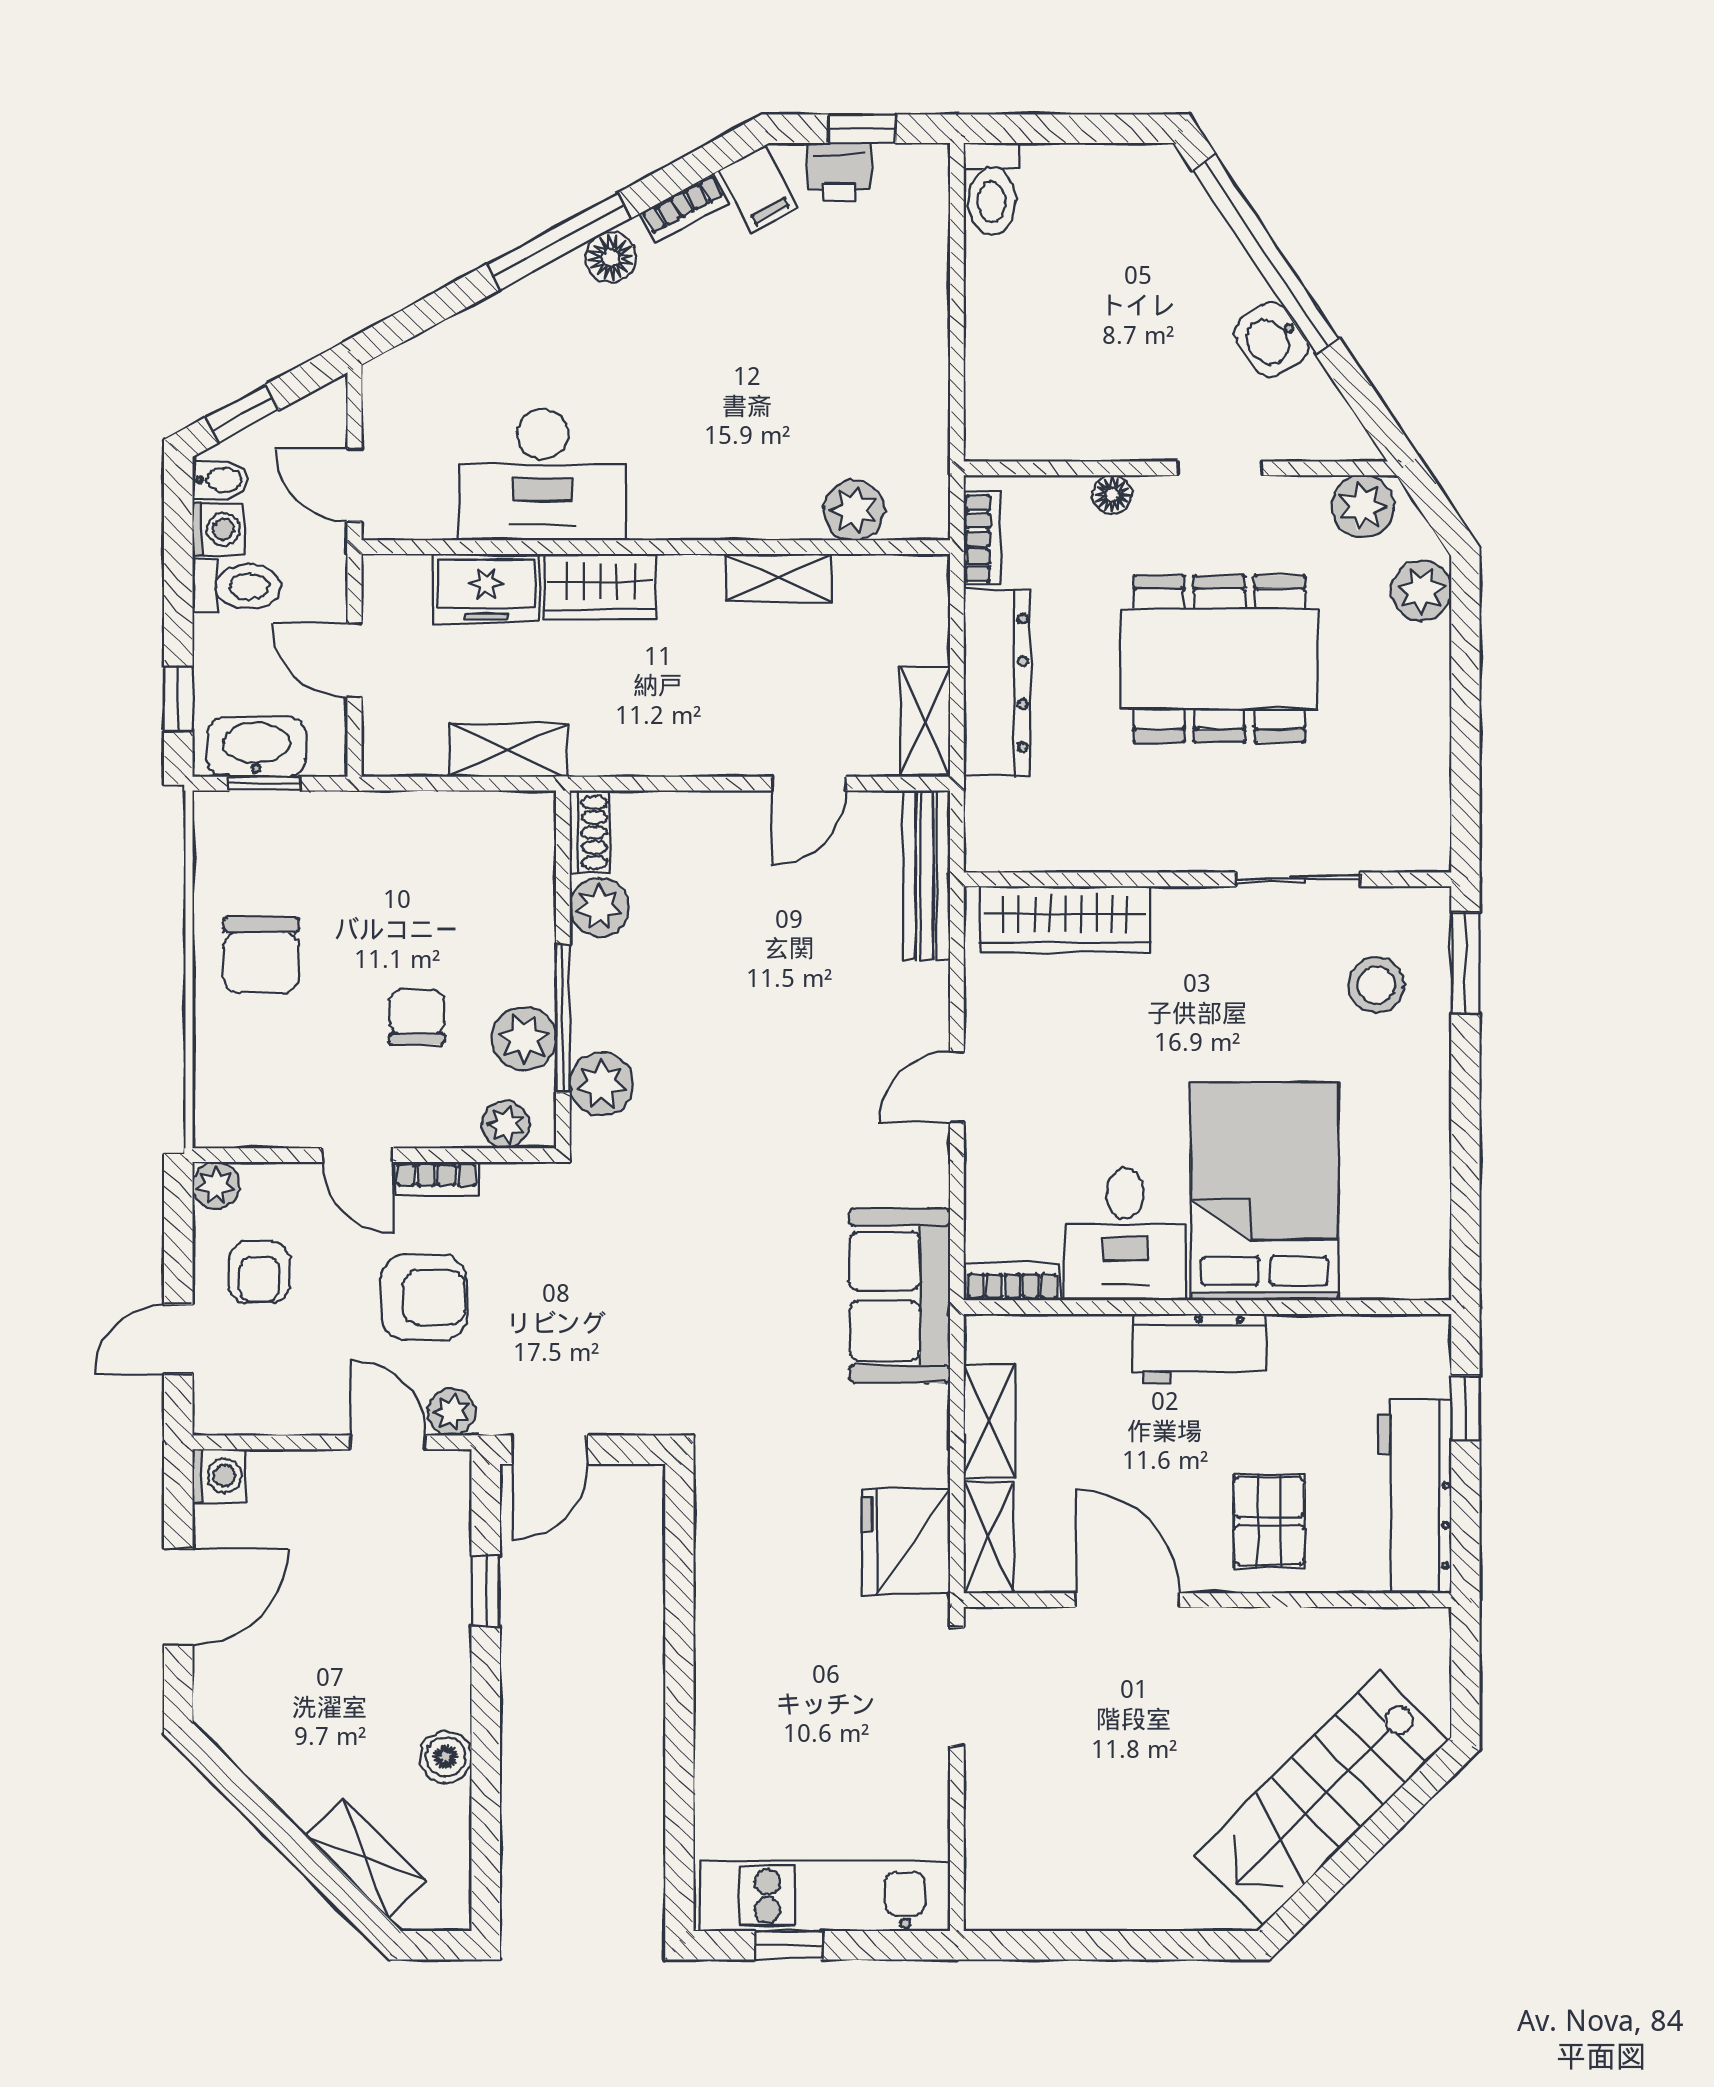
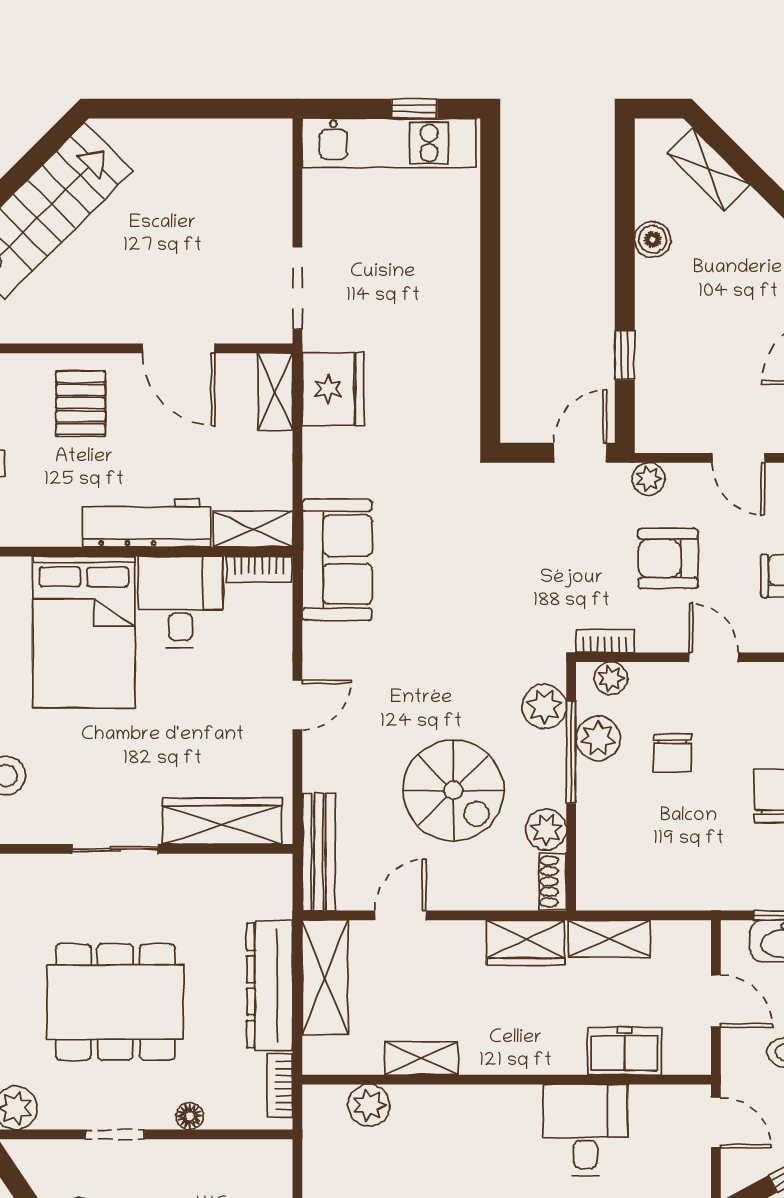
desk: (542, 475) -> (585, 1130), width x0.73
wardrobe: (600, 586) -> (526, 943), moved, turned 180
shelving: (925, 722) -> (325, 978), width x1.50, depth x1.33
sliding door: (1298, 879) -> (115, 849), moved
spiral stairs: (733, 963) -> (453, 790), added
bookcase: (436, 1179) -> (605, 641), moved
workbench: (1199, 1348) -> (147, 523), width x1.37
shelving: (989, 1420) -> (253, 529), moved, turned 90
door: (388, 1442) -> (739, 458), moved

